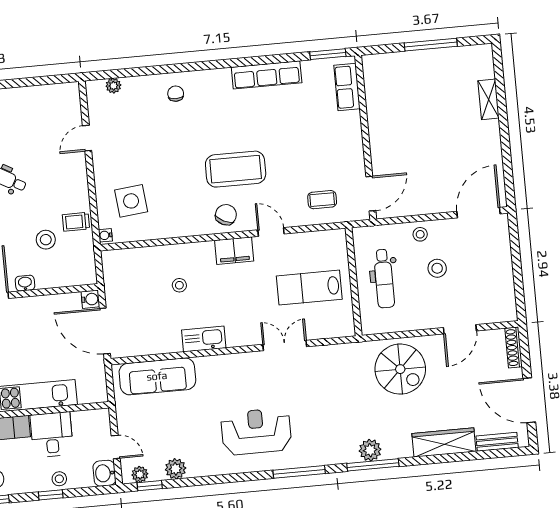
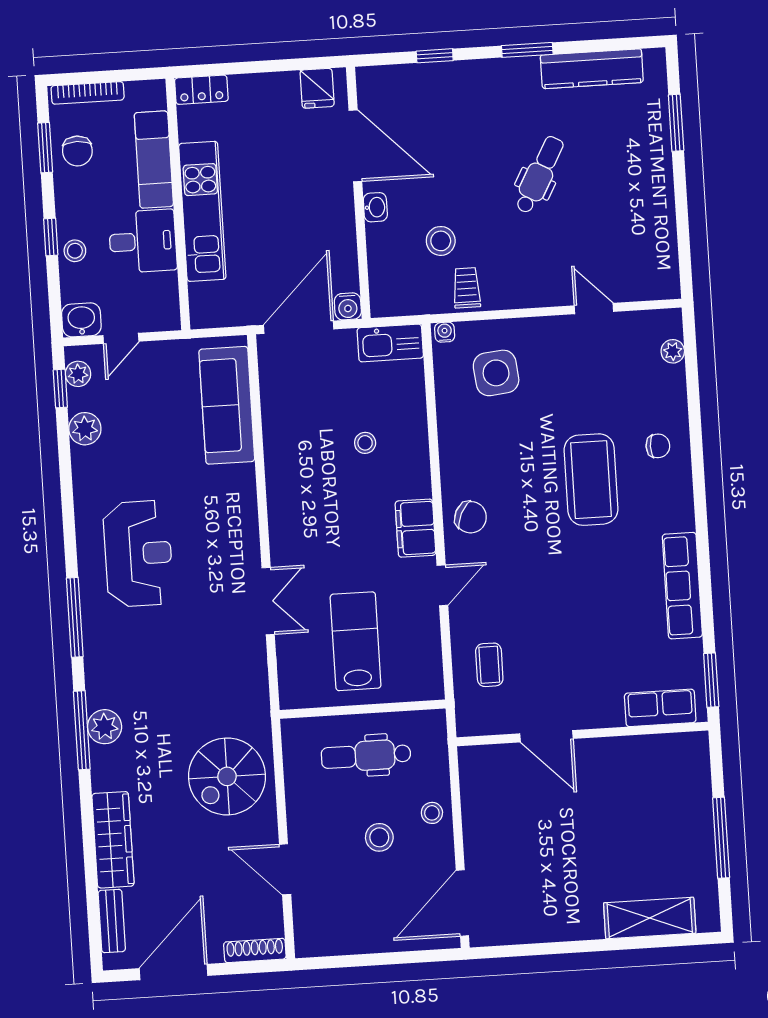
shelving: (489, 99) -> (650, 918), width x1.50, depth x1.33
coffee table: (236, 169) -> (591, 480), moved
door: (371, 194) -> (547, 736), moved
door: (478, 213) -> (462, 903), swing flipped
kitchen sink: (204, 339) -> (390, 343), moved, turned 90

